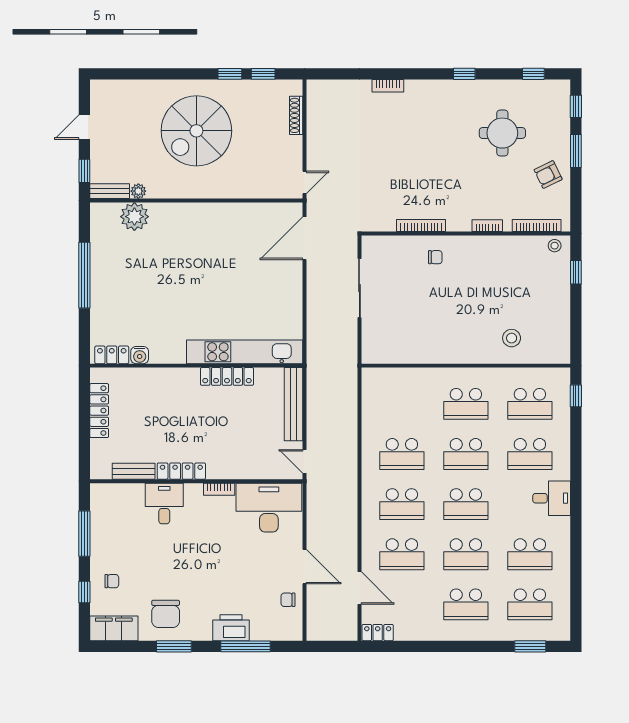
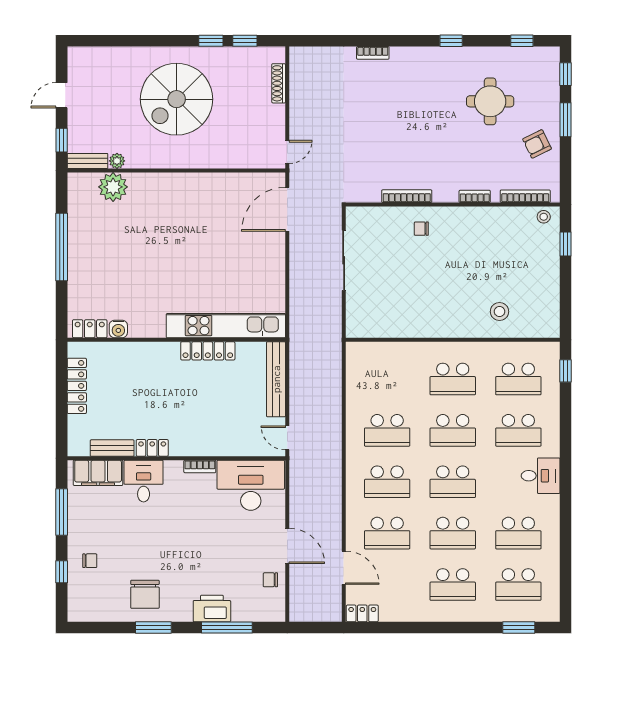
chair: (435, 257) -> (421, 229), turned 180
locker: (181, 471) -> (152, 448), width x0.66
filing cabinet: (114, 628) -> (98, 473), moved, turned 180

